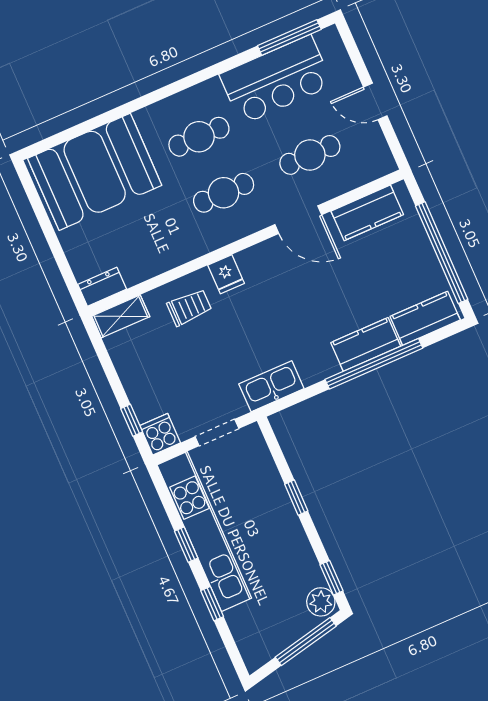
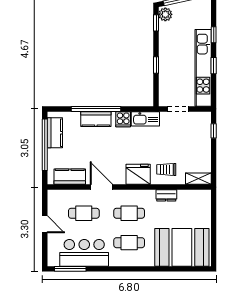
fridge: (226, 274) -> (138, 174), width x1.88, depth x1.34
dresser: (102, 287) -> (166, 195), moved
kitchen counter: (425, 318) -> (55, 133), moved, turned -90
cooker: (160, 434) -> (123, 119), moved

